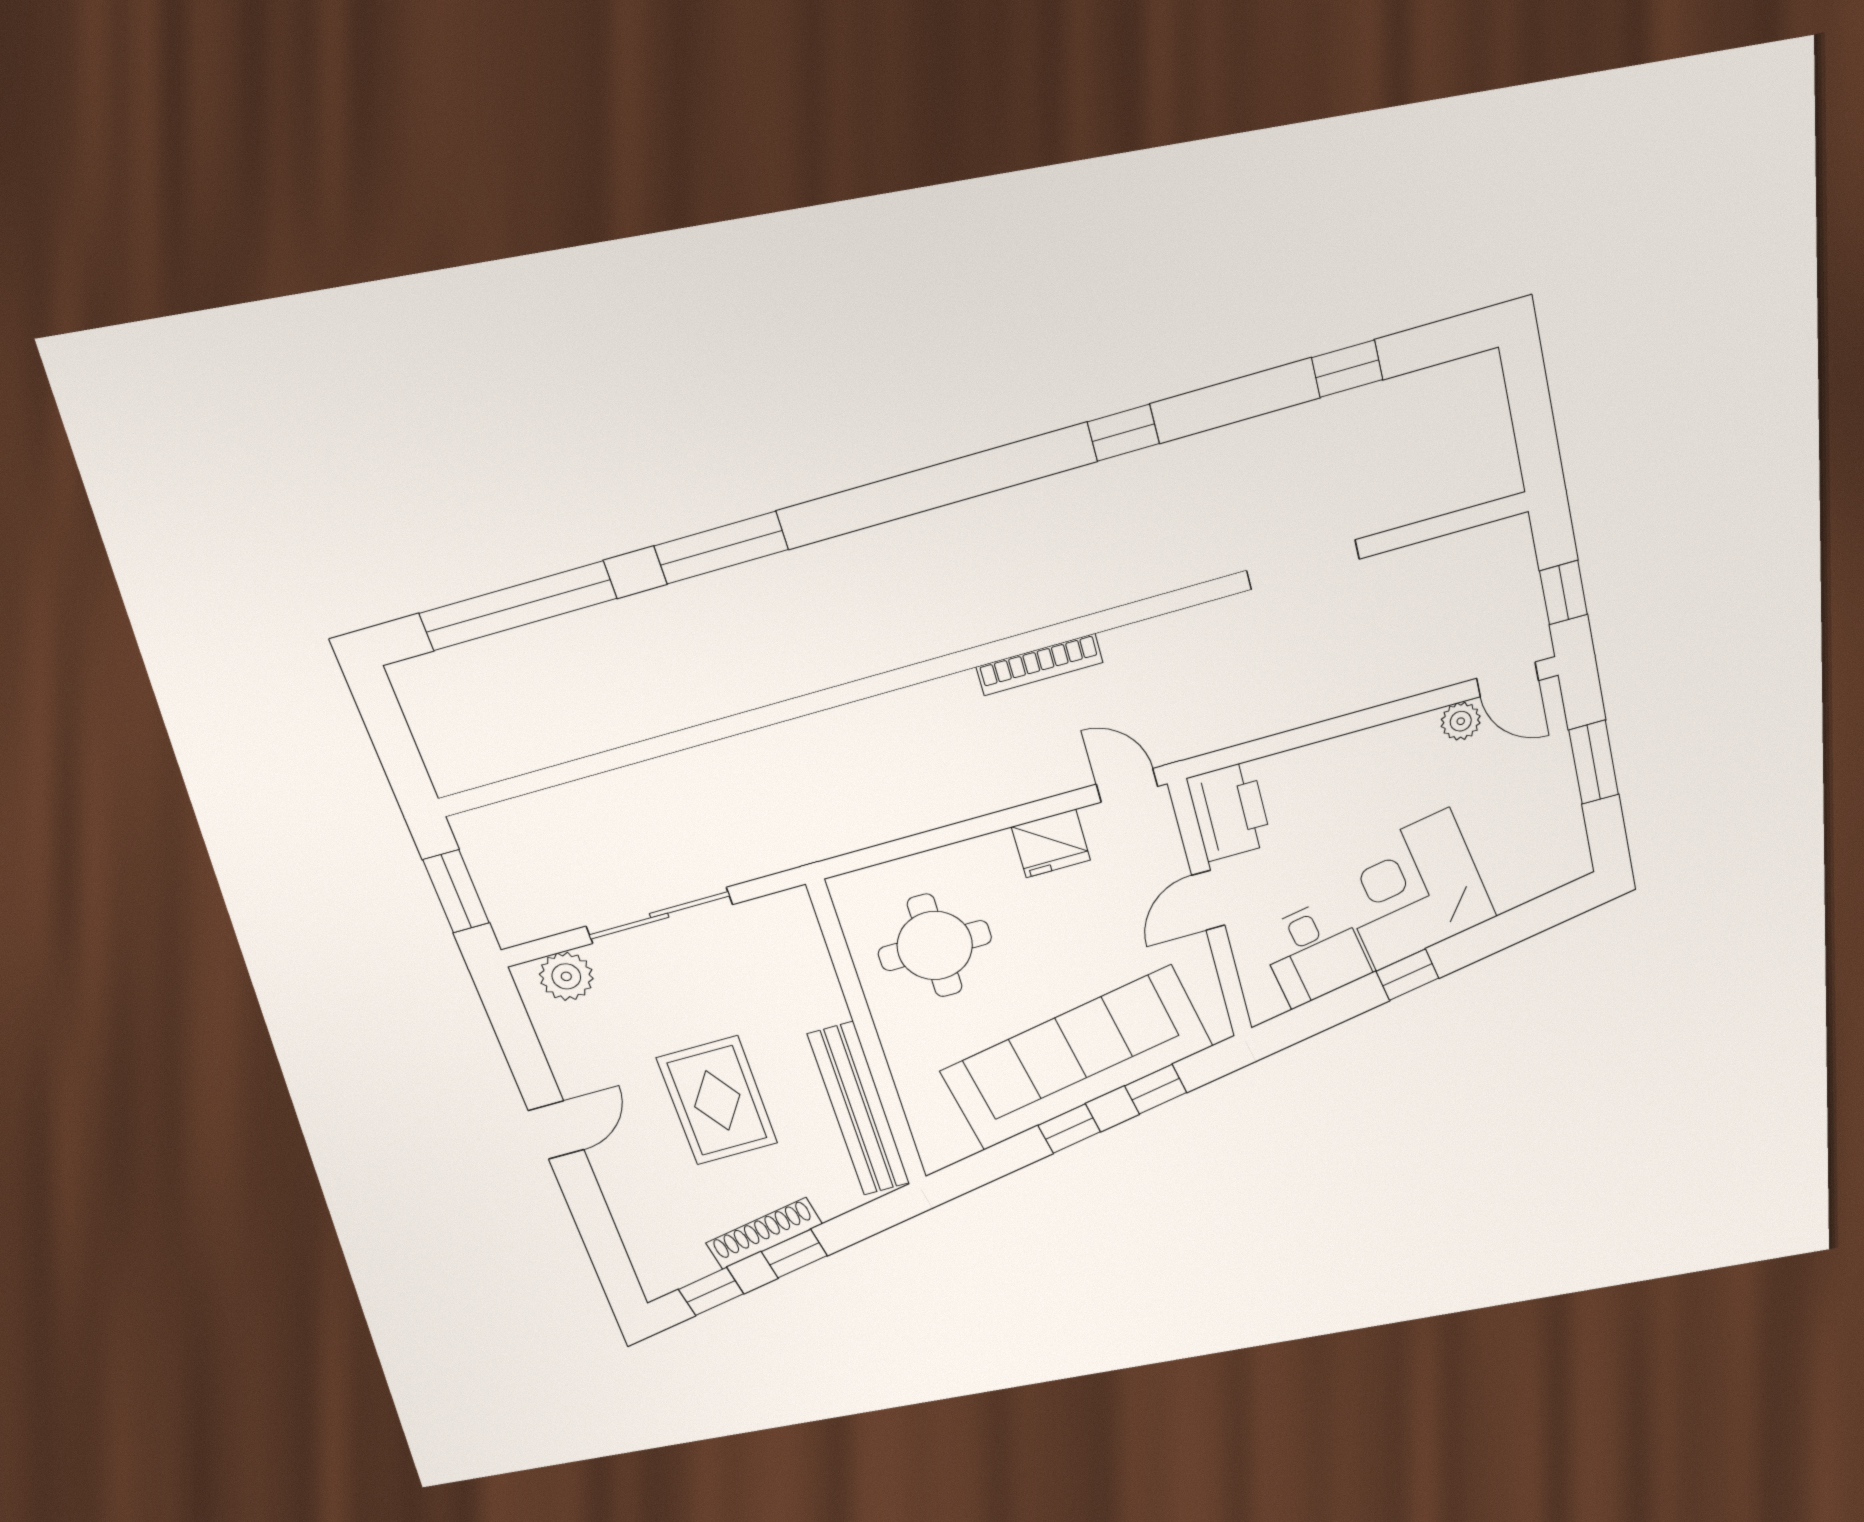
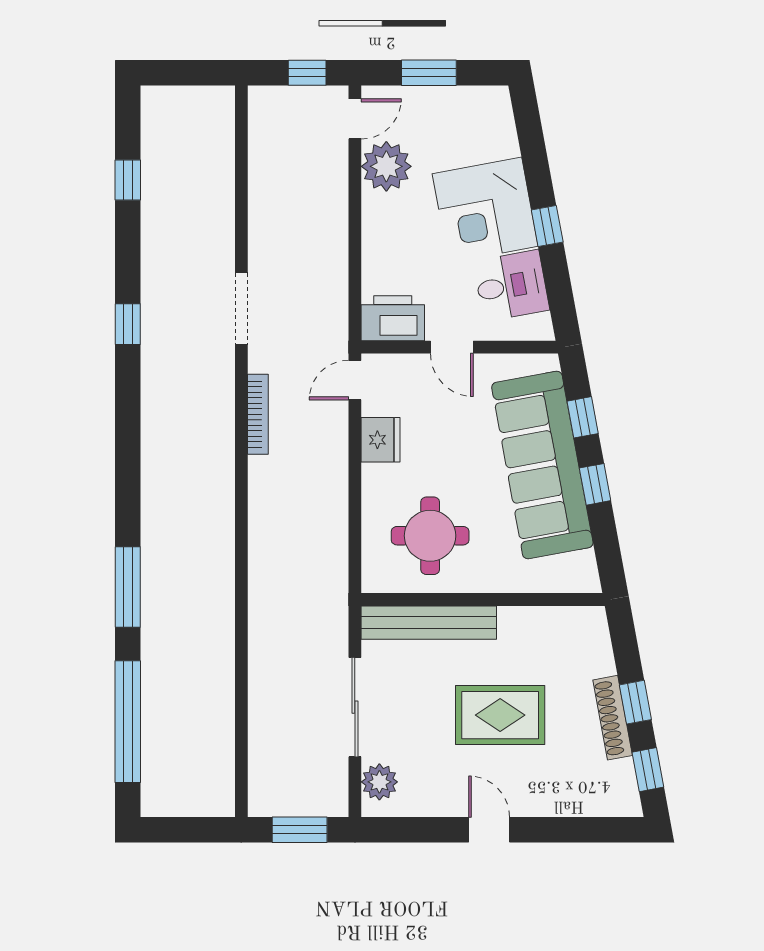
doorway: (1303, 565) -> (241, 309), moved
plant: (1461, 721) -> (386, 166), width x1.88, depth x1.88
bench: (859, 1110) -> (429, 623), moved

